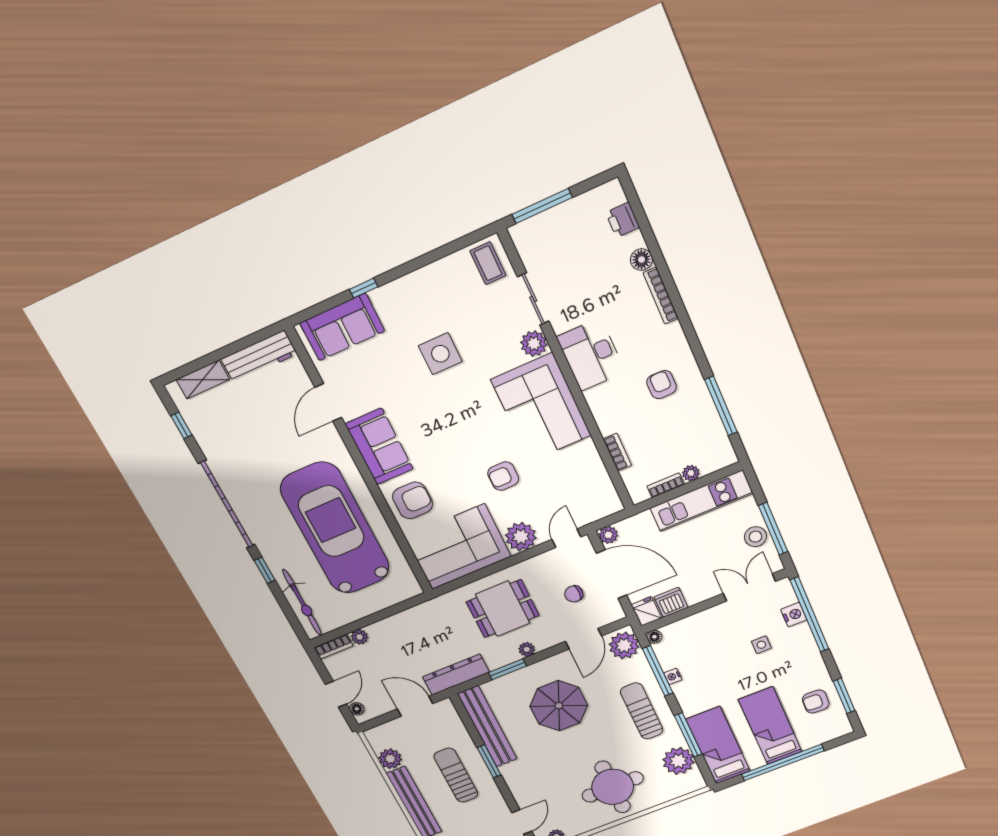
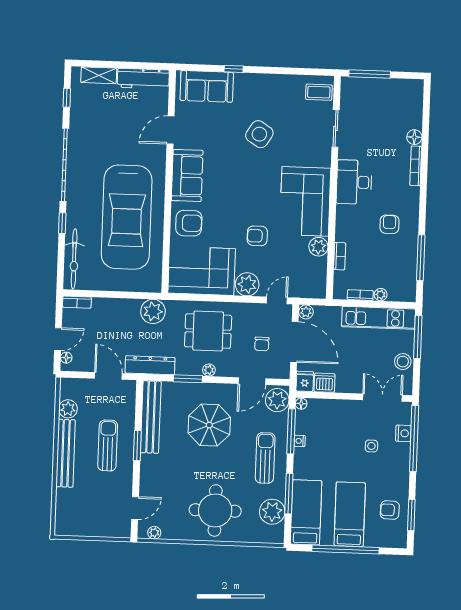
printer: (623, 220) -> (414, 107), removed
coffee table: (488, 263) -> (319, 92), turned 90
plant: (534, 344) -> (318, 247), moved
side table: (440, 354) -> (259, 134), turned 33
car: (335, 528) -> (127, 217), turned 180
window: (773, 529) -> (418, 337), moved
chair: (574, 594) -> (262, 344), turned -90
plant: (360, 637) -> (153, 311), moved, width x1.87, depth x1.87

